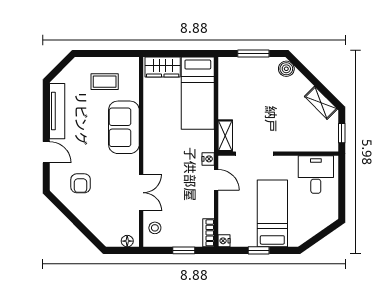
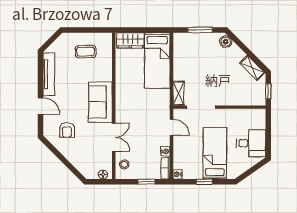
sofa: (124, 127) -> (100, 102), moved
nightstand: (208, 159) -> (165, 151), moved
desk: (316, 175) -> (251, 143), moved, turned 90

